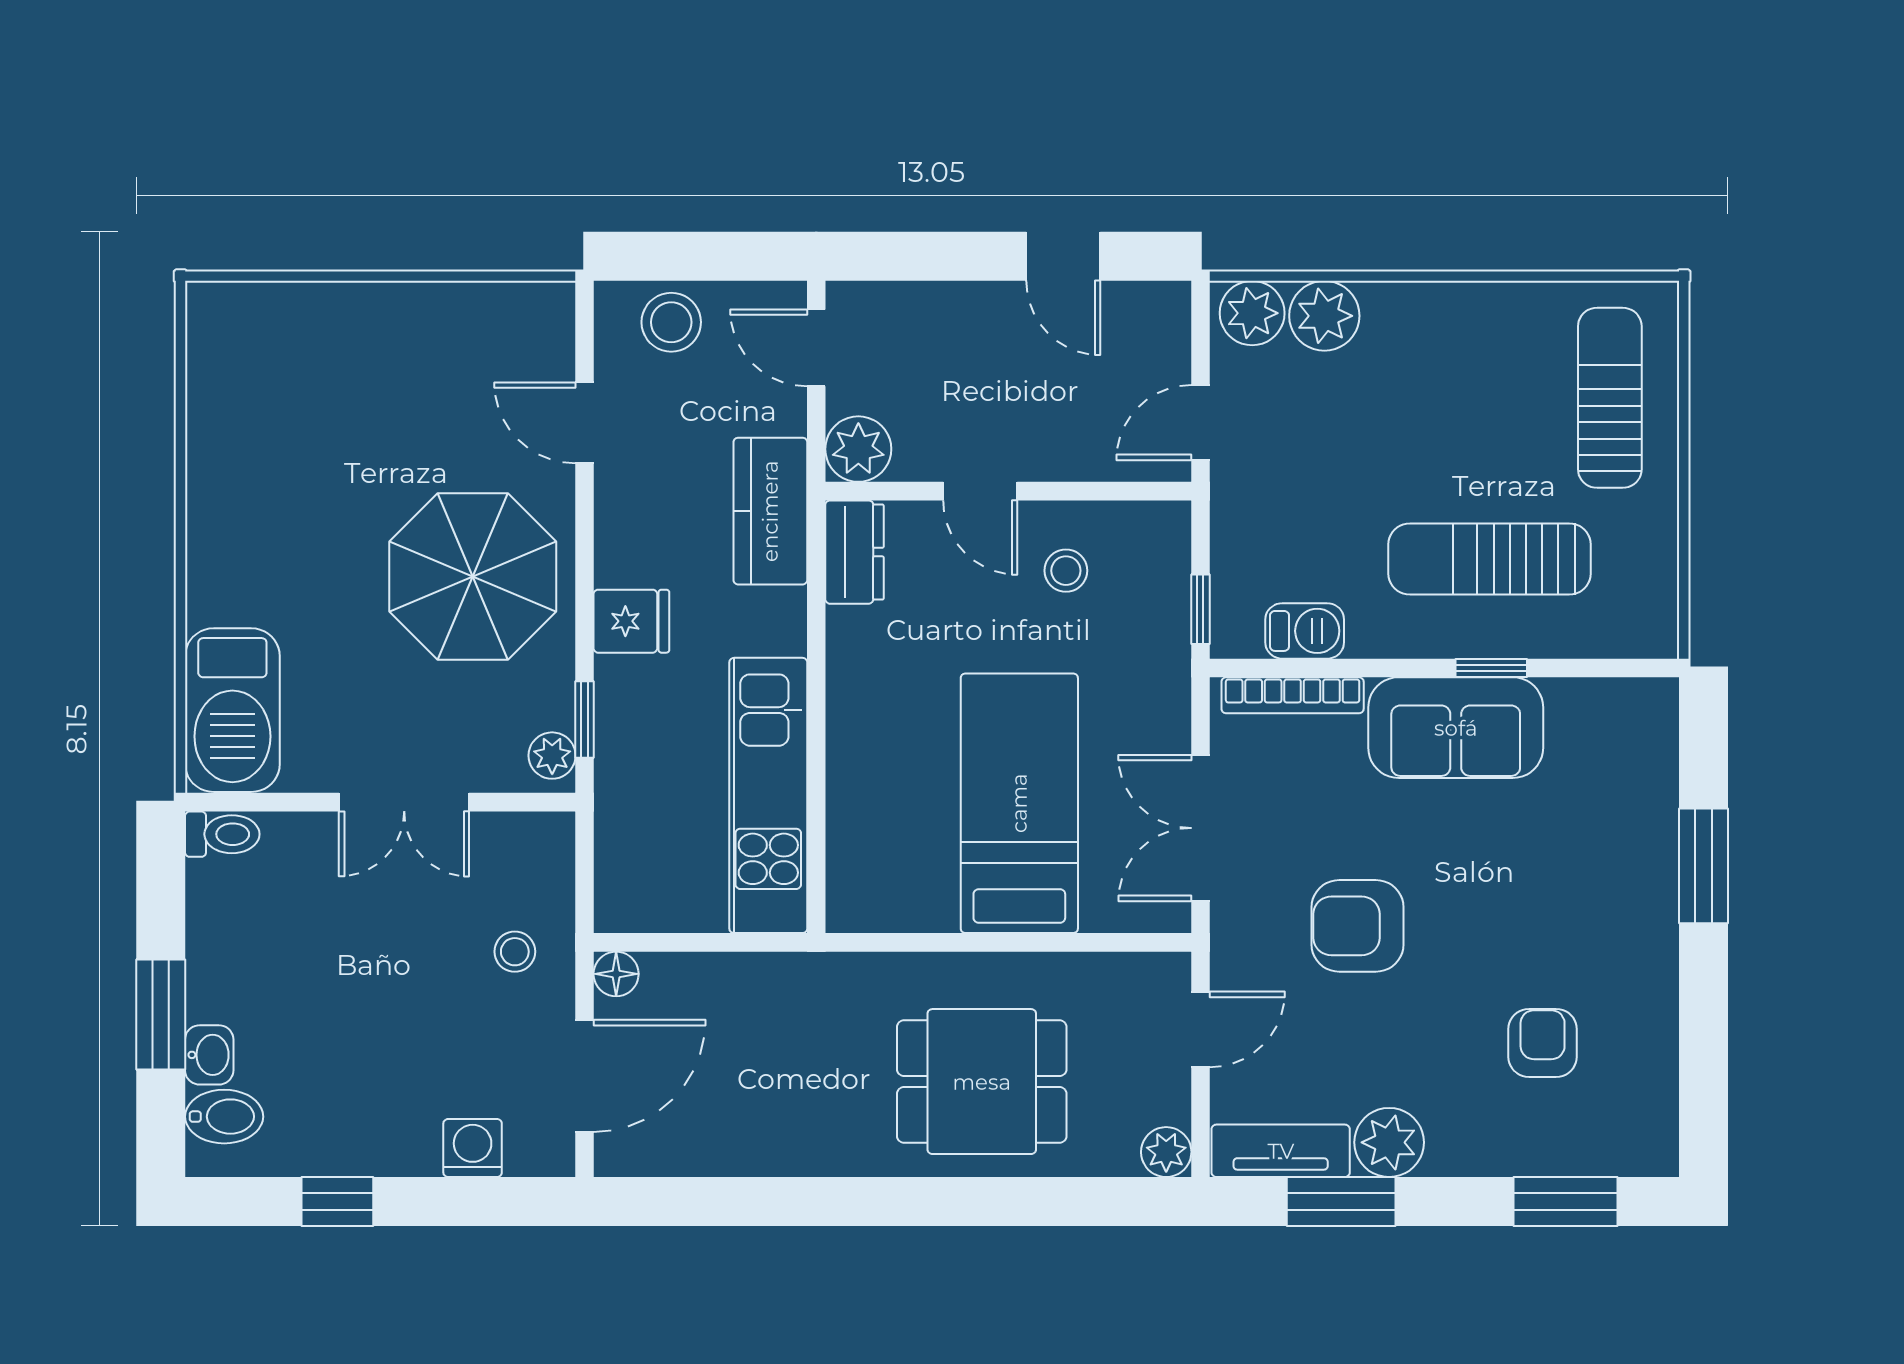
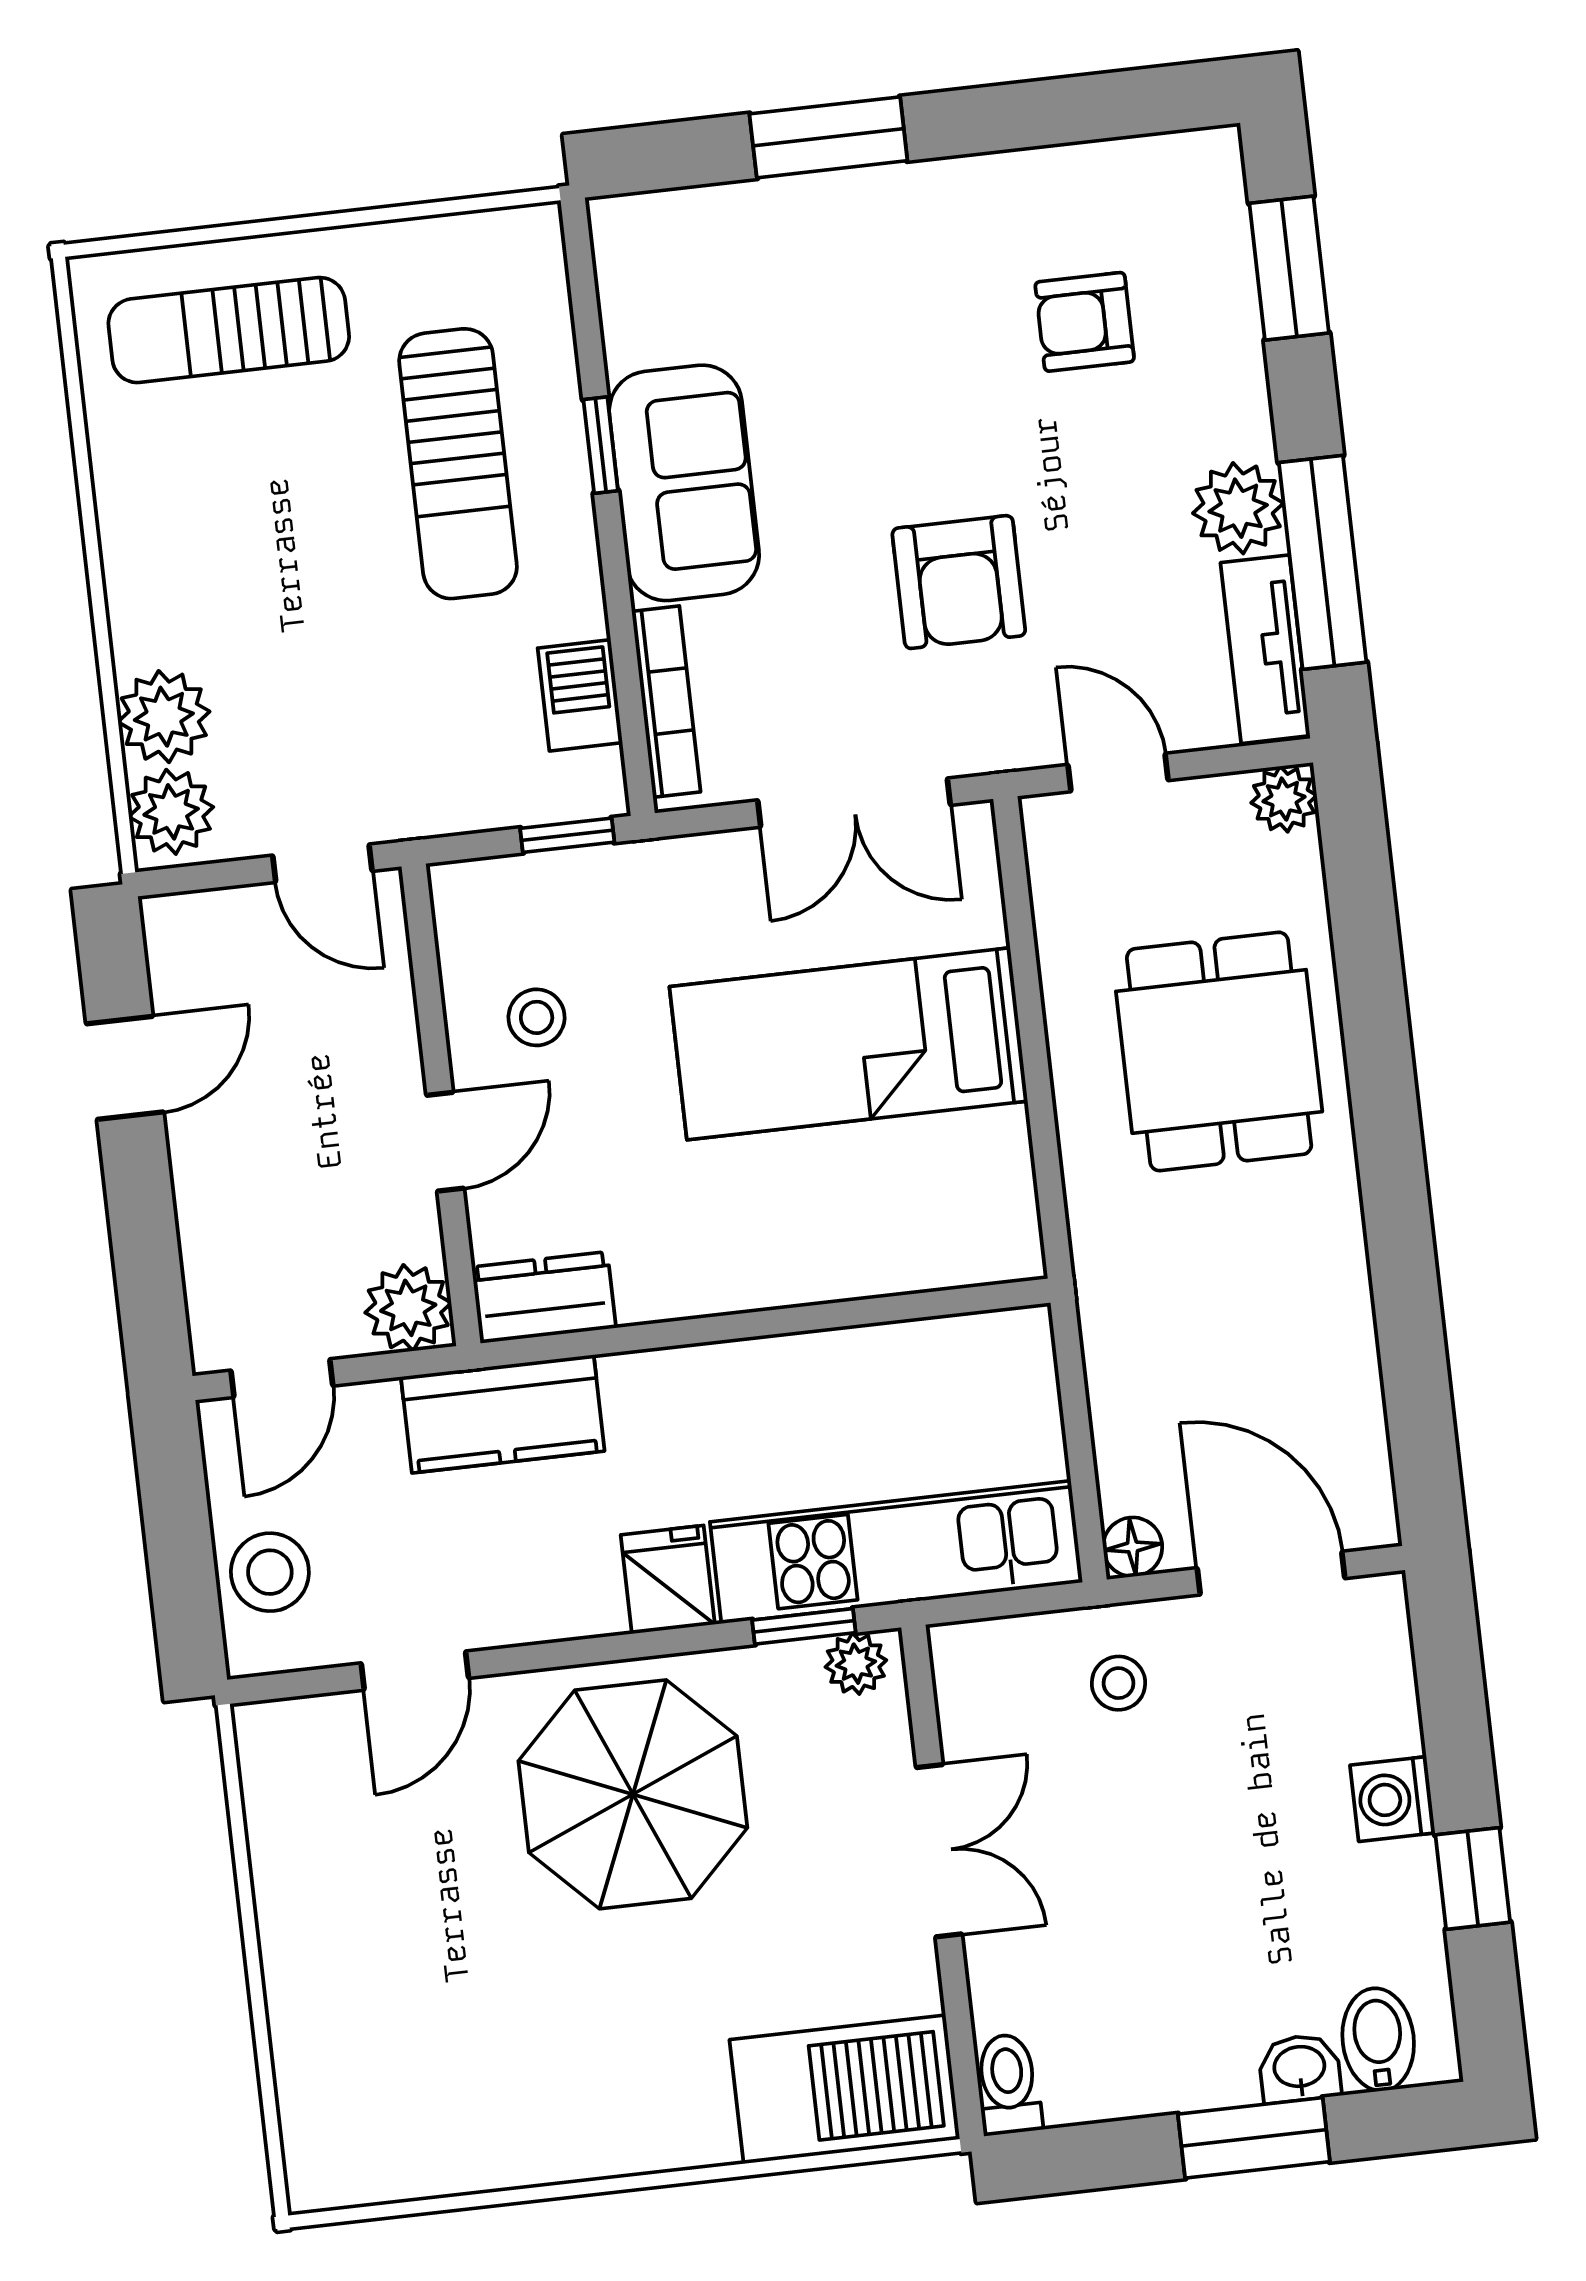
kitchen unit: (768, 795) -> (896, 1552), moved, turned 180
washing machine: (473, 1148) -> (1393, 1799), moved
window: (1341, 1202) -> (1323, 562), width x1.44

